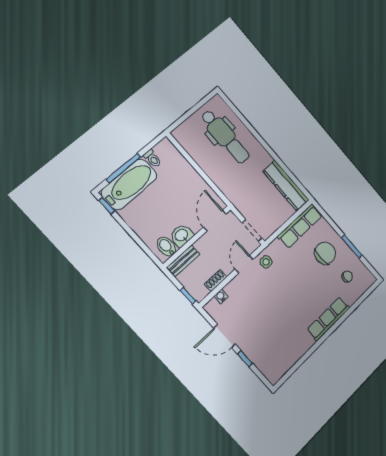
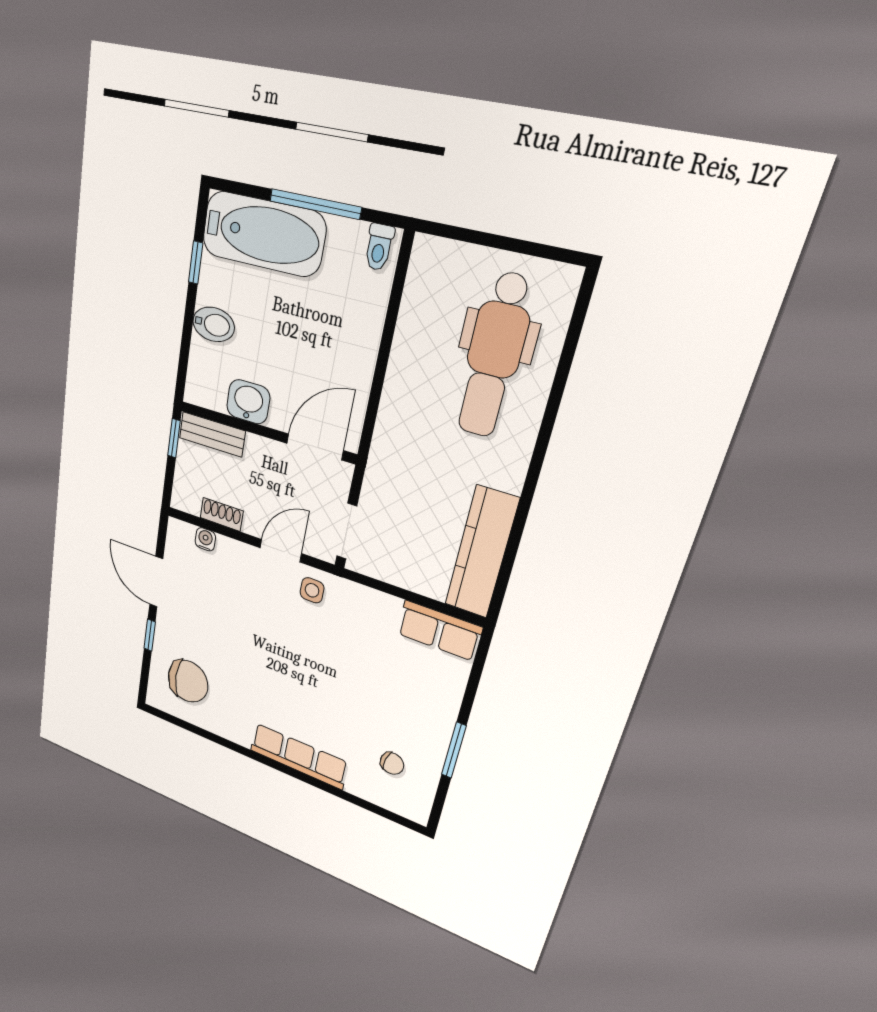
toilet: (152, 158) -> (379, 247), moved
window: (124, 168) -> (315, 204), moved
window: (107, 206) -> (196, 263), moved
row of seats: (300, 226) -> (439, 631), width x0.68
bidet: (166, 247) -> (214, 324), moved, turned 90
chair: (325, 253) -> (188, 681), moved
window: (188, 296) -> (174, 438), moved

